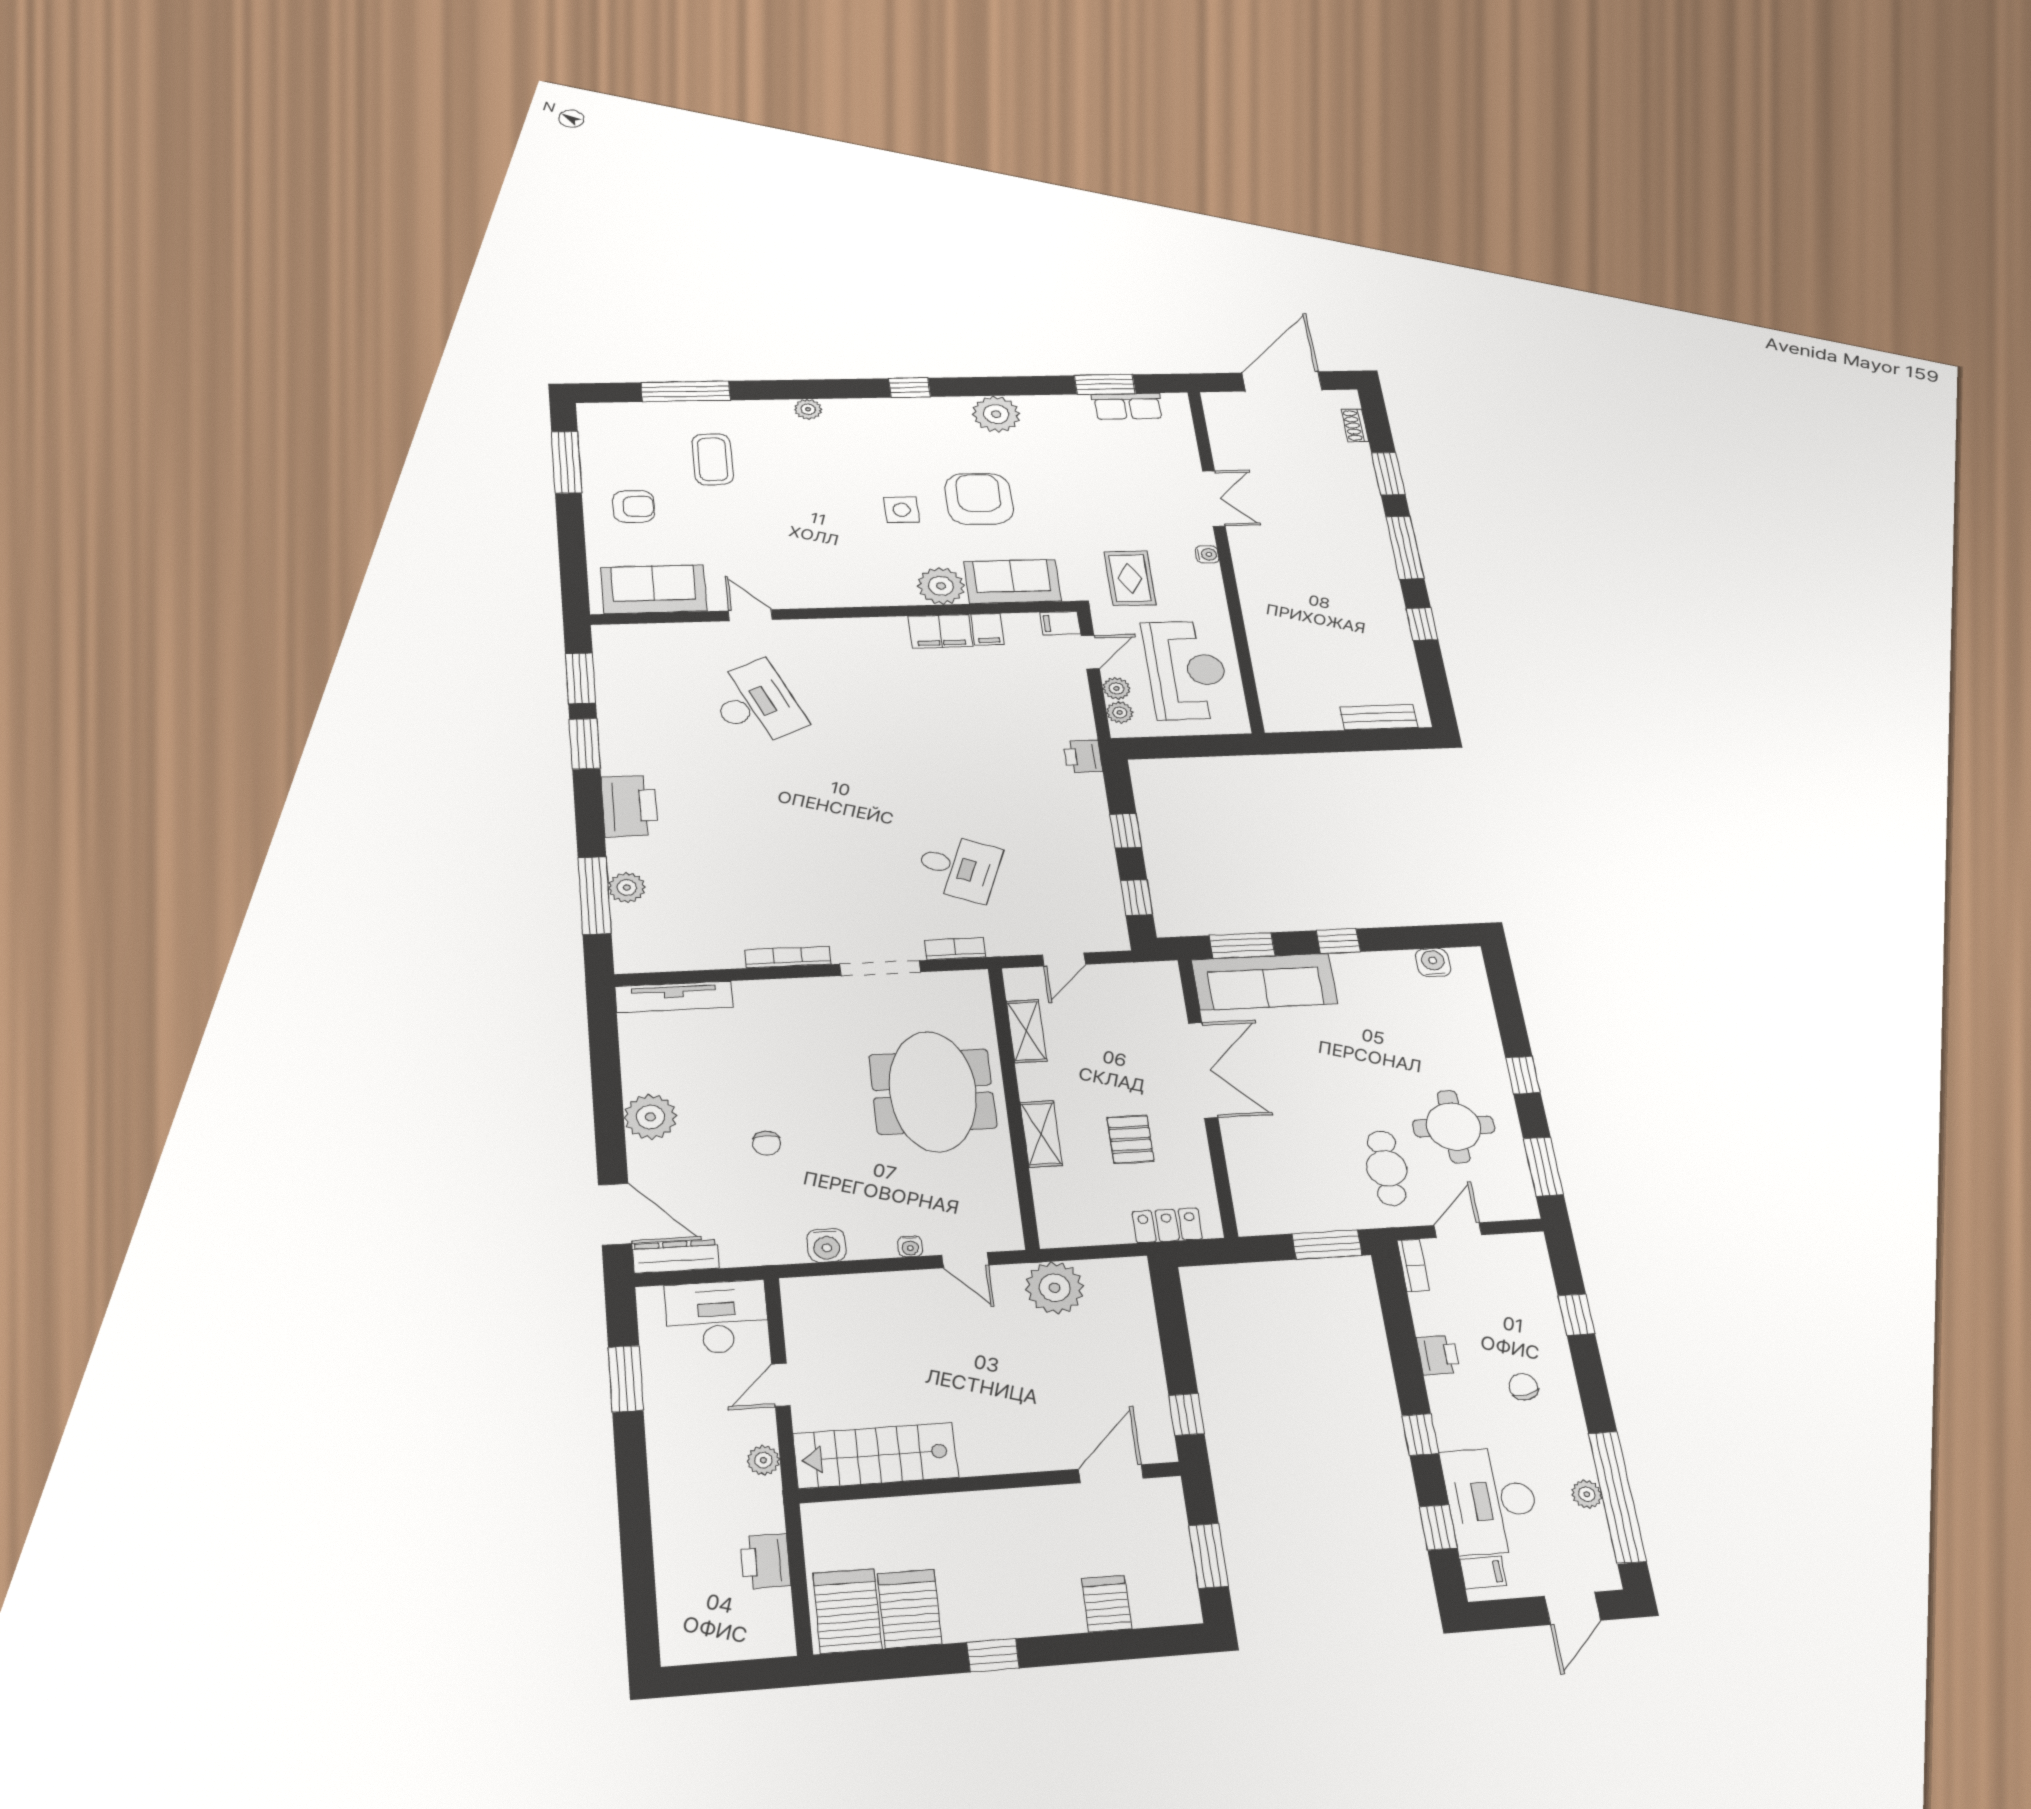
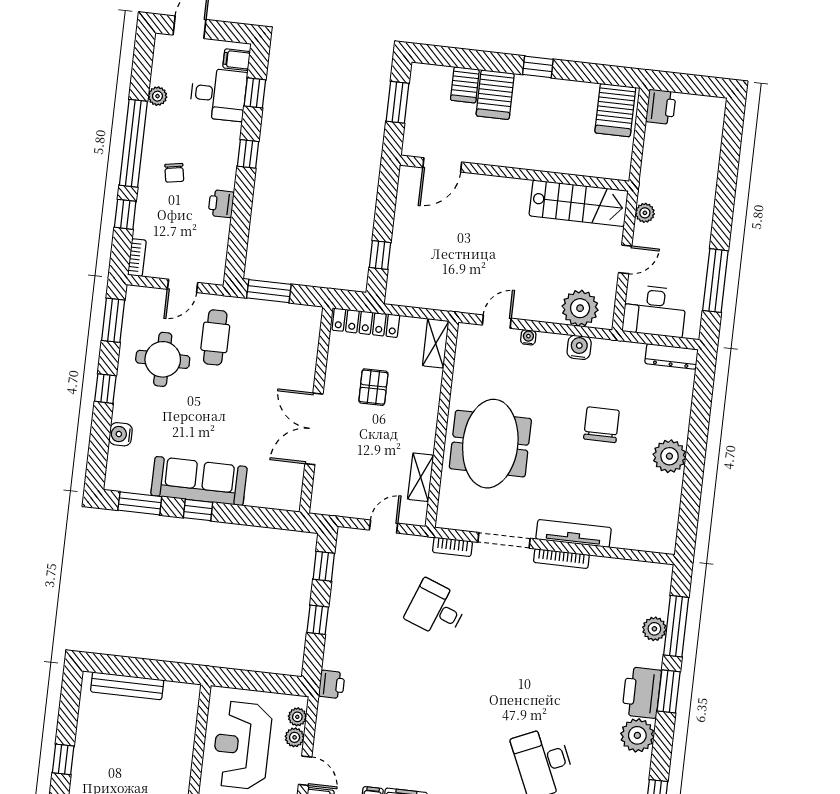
door: (1090, 652) -> (305, 771), swing flipped
bench: (1379, 717) -> (127, 686), width x1.36
window: (585, 744) -> (669, 691), moved
plant: (625, 753) -> (637, 735), added
window: (1242, 946) -> (140, 503), moved
water cooler: (1433, 963) -> (121, 434), moved, turned 90
sofa: (1265, 982) -> (199, 481), moved
tv unit: (674, 997) -> (574, 533), moved
shelving: (1041, 1134) -> (436, 343), moved
chair: (767, 1143) -> (602, 425), width x1.87, depth x1.87
door: (615, 1214) -> (703, 392), removed
locker: (1167, 1225) -> (366, 323), width x1.53
door: (965, 1260) -> (497, 322), hinge flipped
bookcase: (1413, 1265) -> (137, 258), moved, turned 180
plant: (1055, 1288) -> (580, 308), moved
window: (626, 1379) -> (715, 281), width x1.44
window: (1186, 1414) -> (380, 255), moved
window: (1617, 1497) -> (133, 143), moved
desk: (1491, 1501) -> (218, 94), width x0.73
printer: (765, 1561) -> (661, 107), moved
server rack: (910, 1609) -> (495, 95), moved

